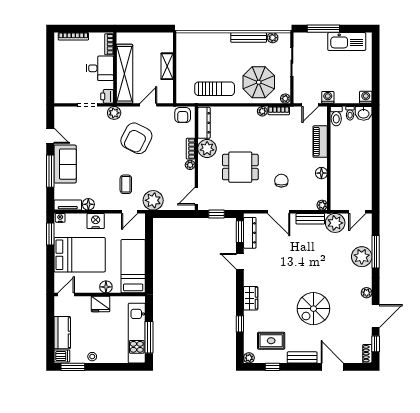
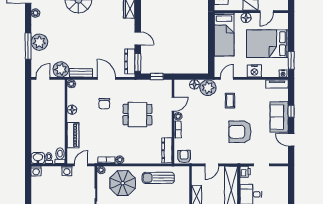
plant: (114, 113) -> (239, 158), removed
armchair: (136, 138) -> (240, 132), moved, turned -117
plant: (207, 149) -> (164, 130), removed
window: (50, 171) -> (291, 111), width x0.46
door: (196, 196) -> (173, 104), moved
floor lamp: (88, 204) -> (194, 84), moved
door: (66, 295) -> (267, 12), moved

